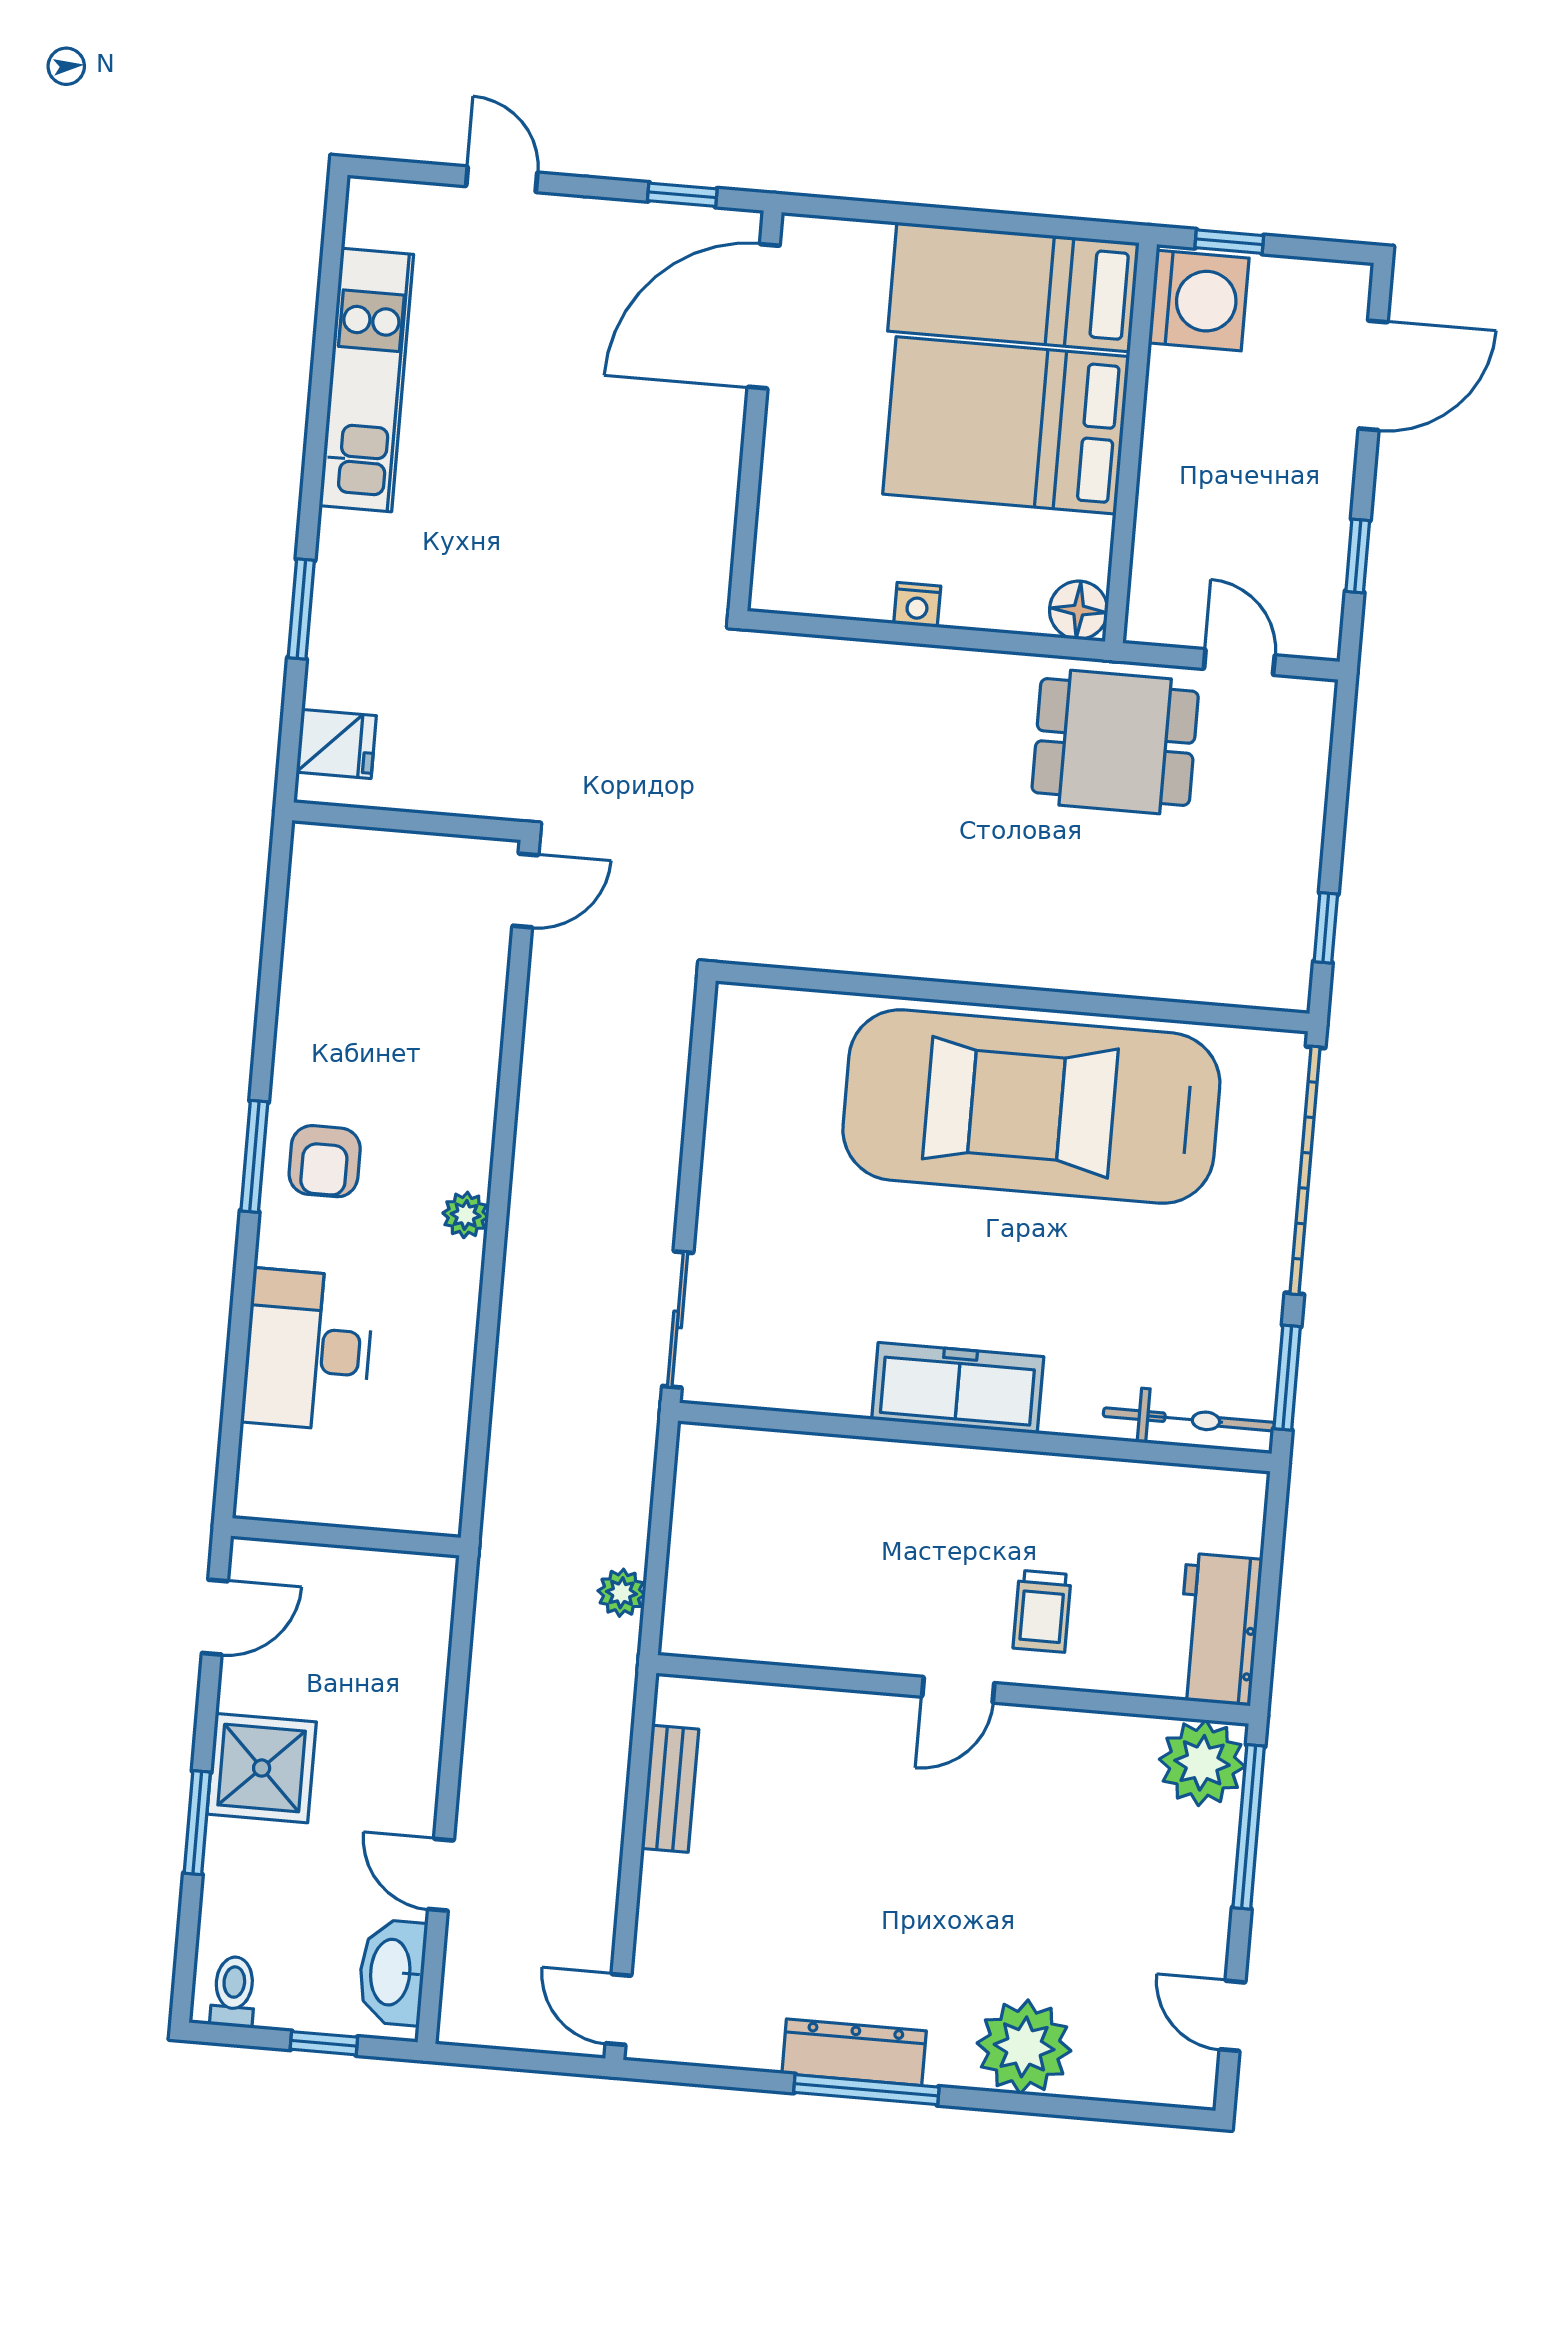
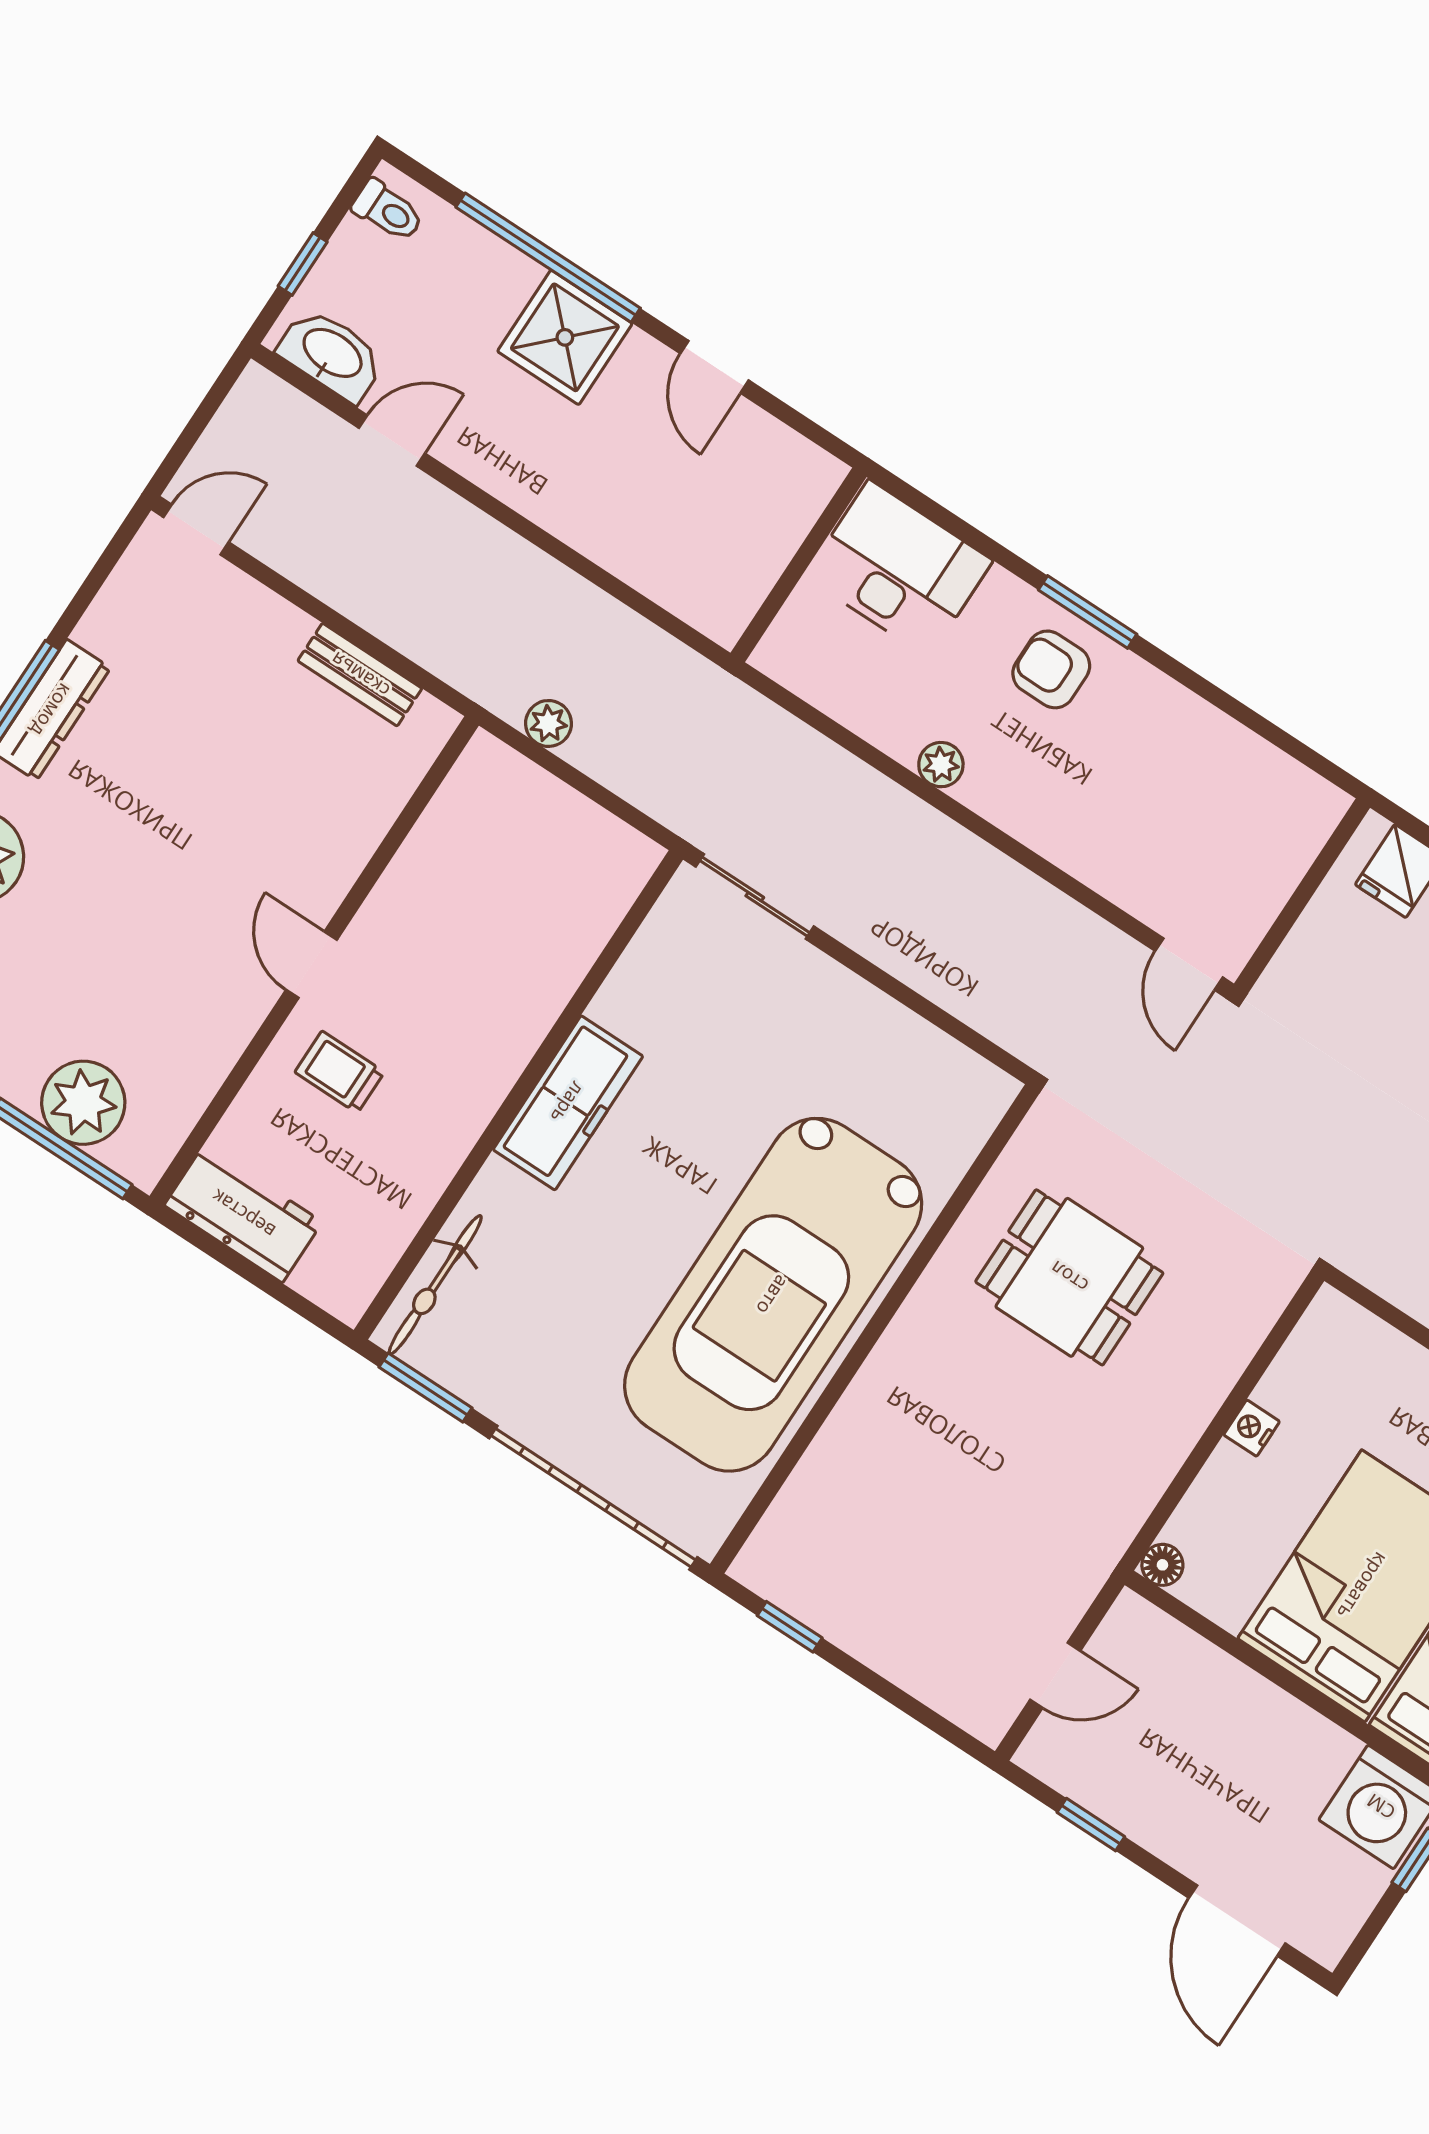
floor lamp: (1079, 610) -> (1162, 1565), width x0.73, depth x0.73
dining table: (1115, 742) -> (1069, 1277), moved, turned 90
car: (1031, 1107) -> (773, 1295), turned 180
wall: (346, 1537) -> (799, 565), moved
plant: (1202, 1763) -> (83, 1103), moved
window: (197, 1823) -> (548, 258), width x2.11

